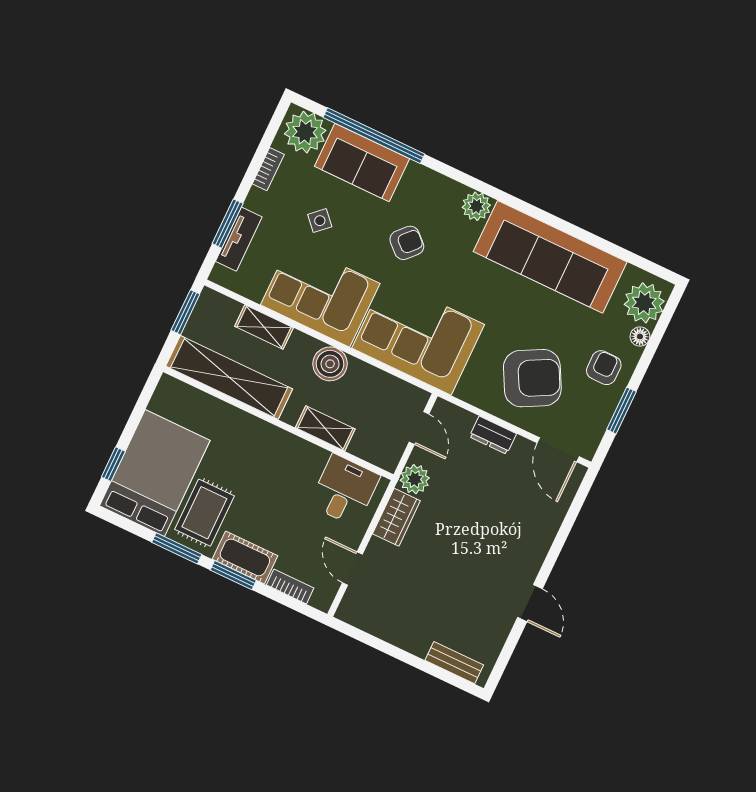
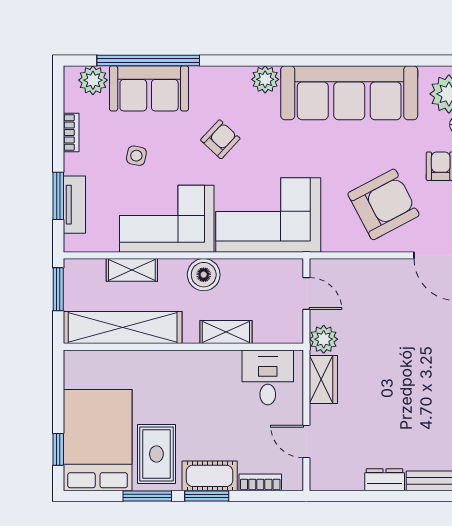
plant: (305, 132) -> (93, 80), width x0.73, depth x0.73
side table: (320, 221) -> (136, 156), turned -36
dresser: (493, 435) -> (385, 480), moved, turned 180

